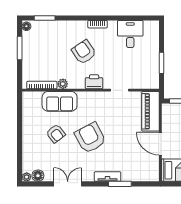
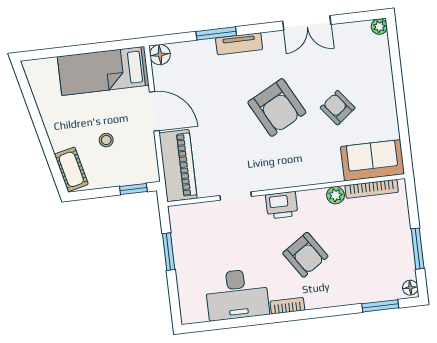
desk: (130, 34) -> (237, 294), width x1.37
sofa: (60, 101) -> (372, 160), moved
floor lamp: (38, 176) -> (160, 55), moved

